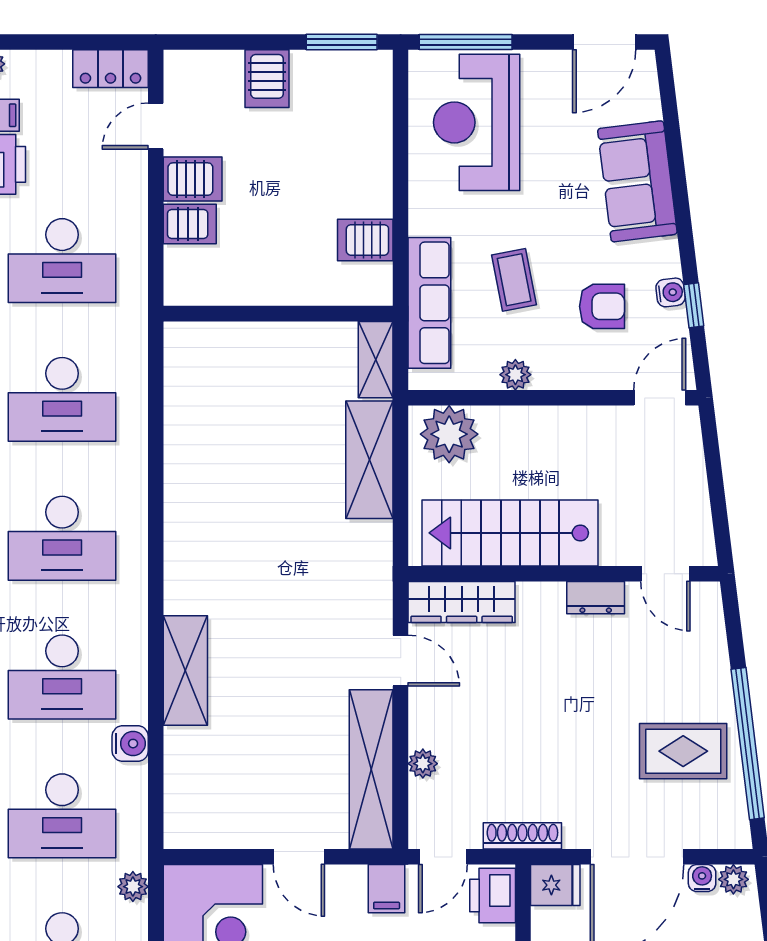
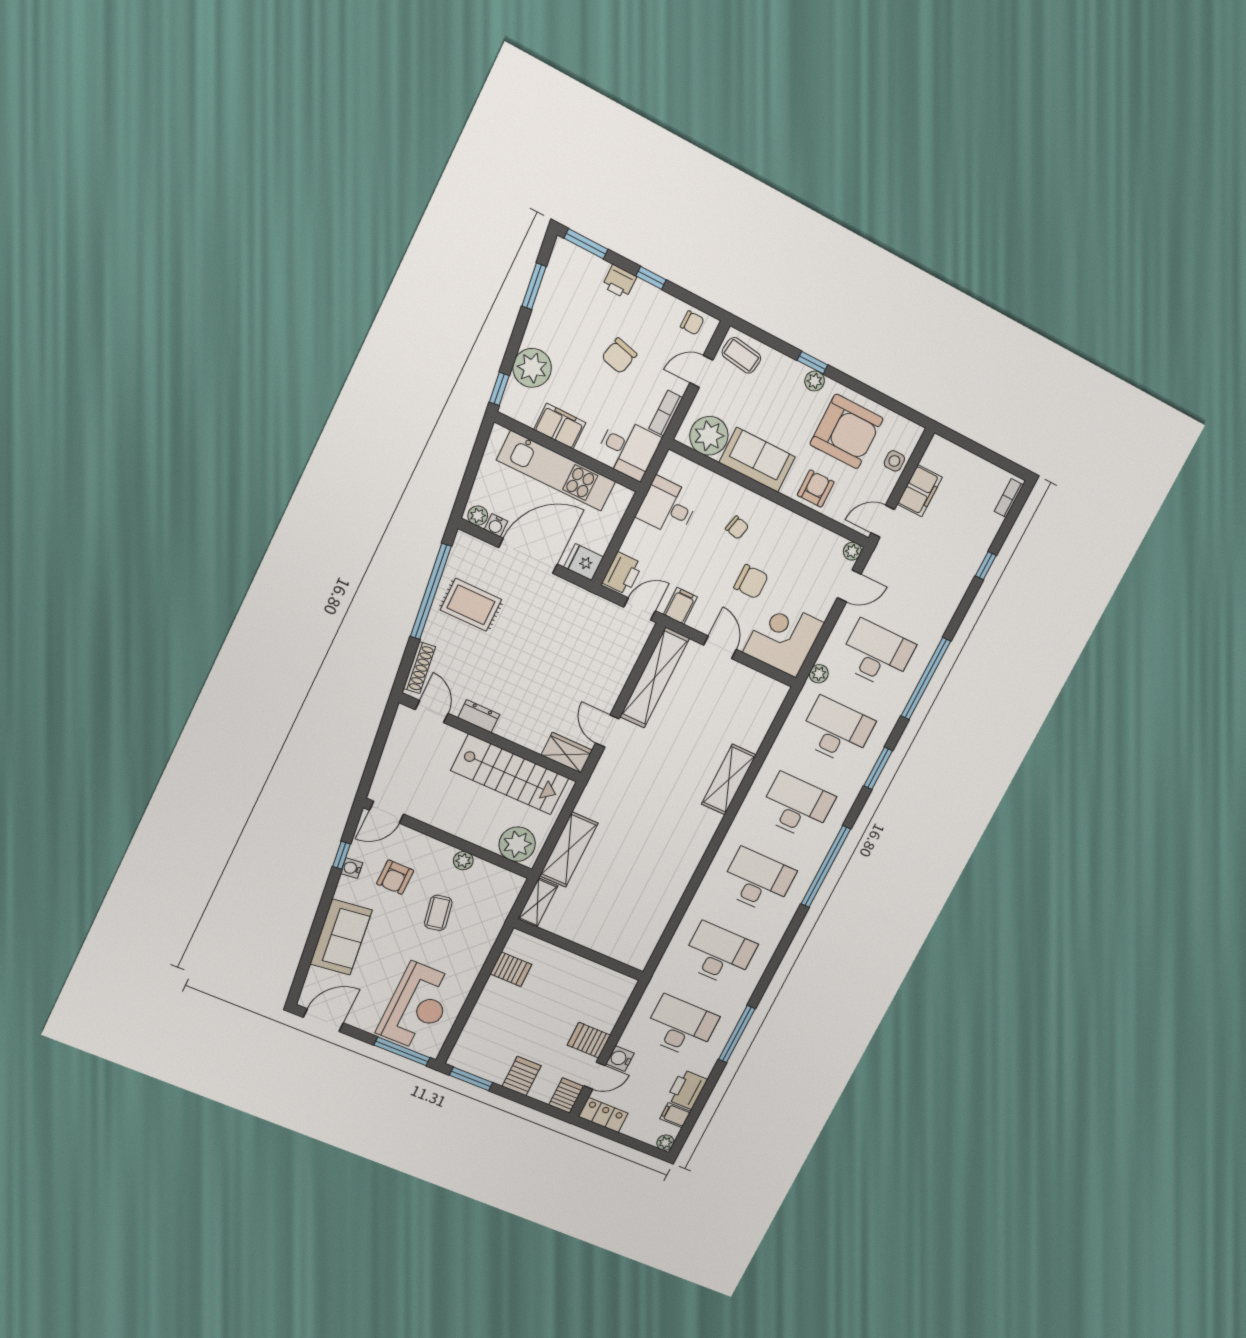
server rack: (190, 224) -> (566, 1096), moved, turned 90
row of seats: (429, 303) -> (492, 920), removed
armchair: (602, 306) -> (395, 877), turned -90
wardrobe: (462, 602) -> (567, 753), width x0.67
water cooler: (130, 744) -> (620, 1059), moved
plant: (423, 764) -> (624, 667), removed
shoe rack: (522, 836) -> (419, 668), moved, turned -97

